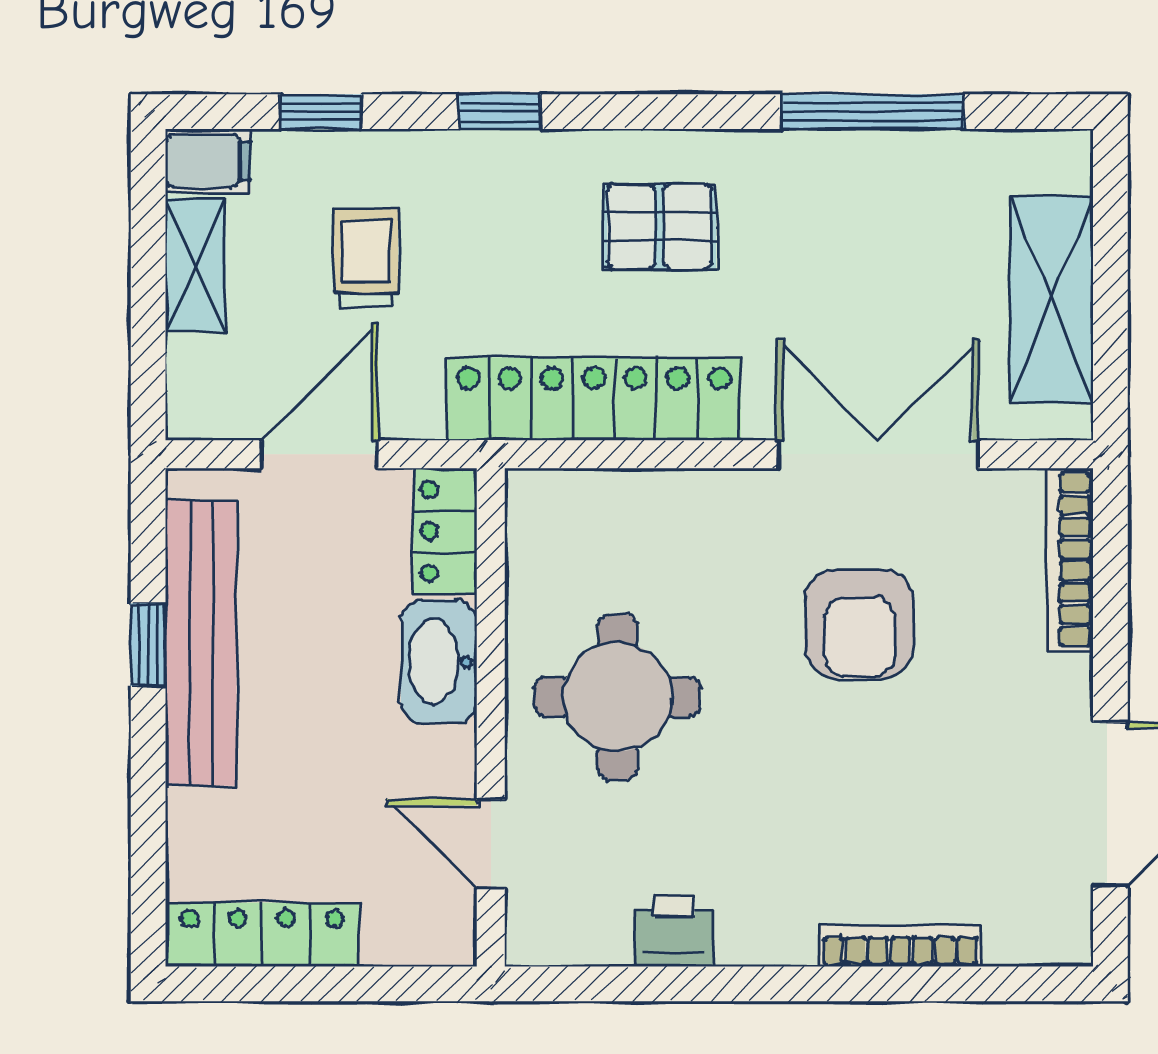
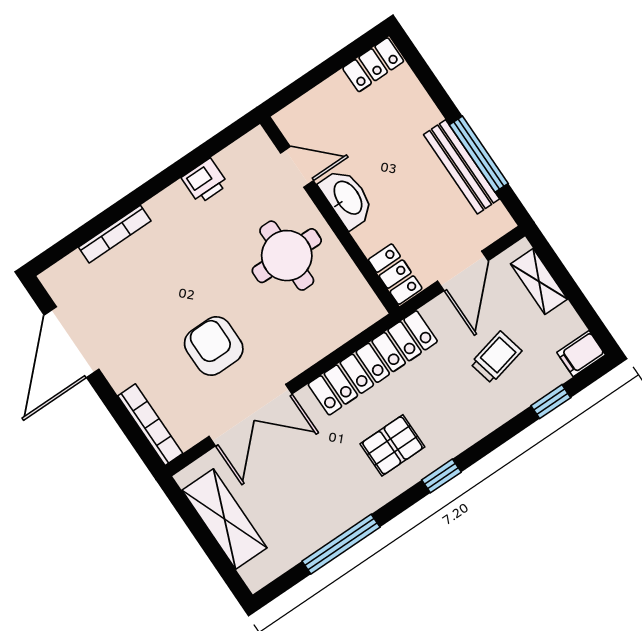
window: (500, 112) -> (441, 476), moved
trolley: (365, 258) -> (496, 357), turned -103
shelving: (195, 265) -> (539, 281), moved
bench: (201, 643) -> (462, 167), width x0.73, depth x0.82
window: (148, 645) -> (479, 154), width x2.17
washbasin: (439, 662) -> (347, 198), moved
locker: (262, 935) -> (373, 65), width x0.66

